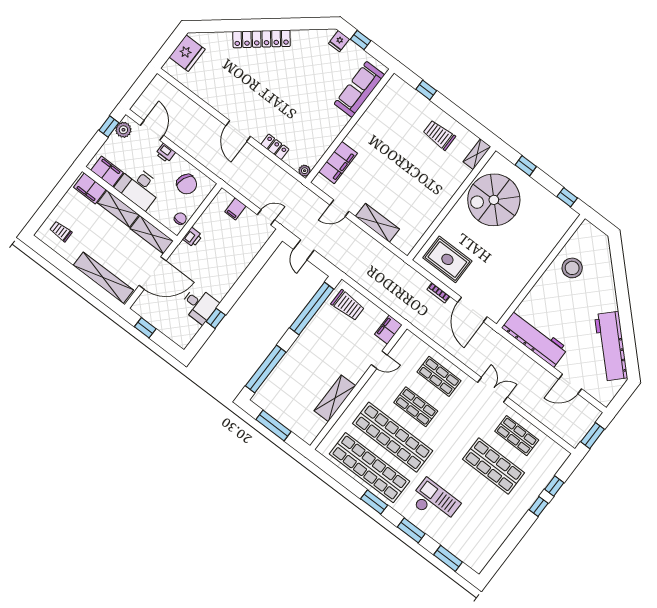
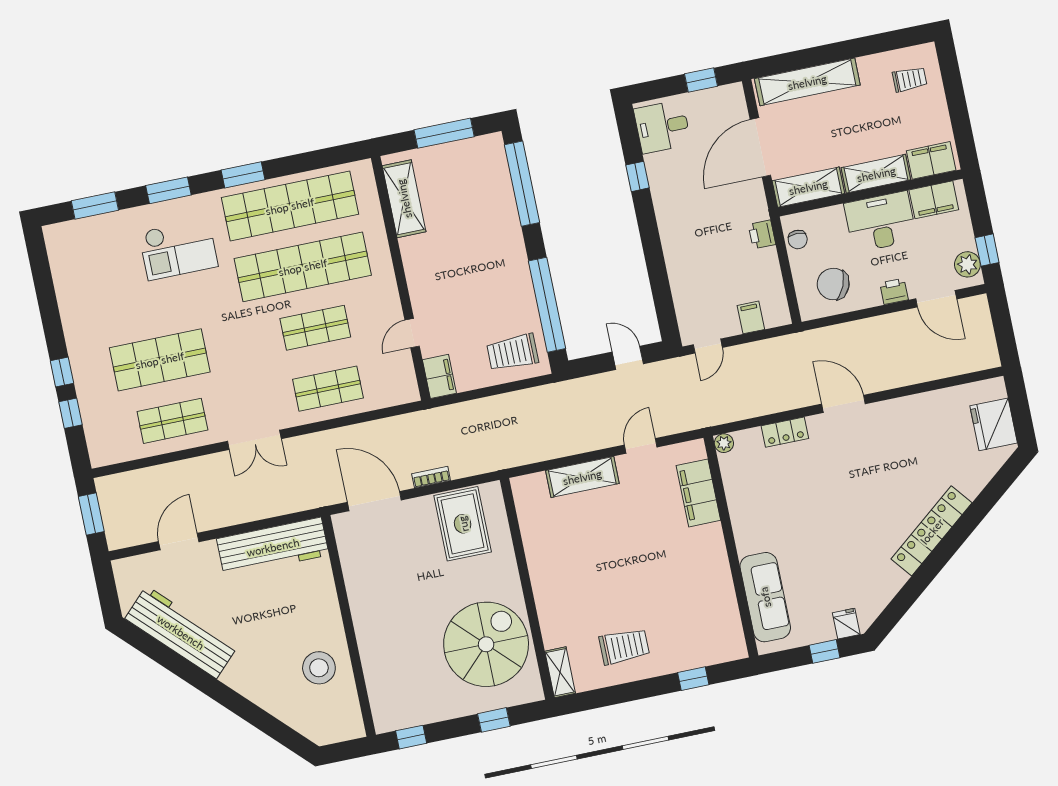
rug: (447, 259) -> (463, 524), turned 90
desk: (199, 305) -> (662, 127), moved
shelving: (335, 398) -> (404, 199), moved

